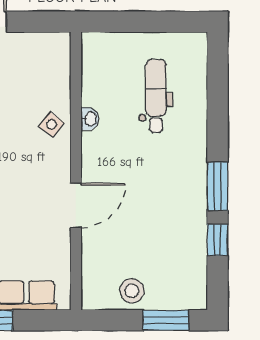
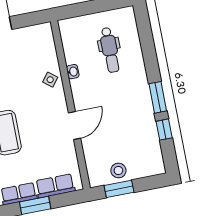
dental chair: (156, 96) -> (110, 50), turned 180
window: (166, 320) -> (119, 189), moved

